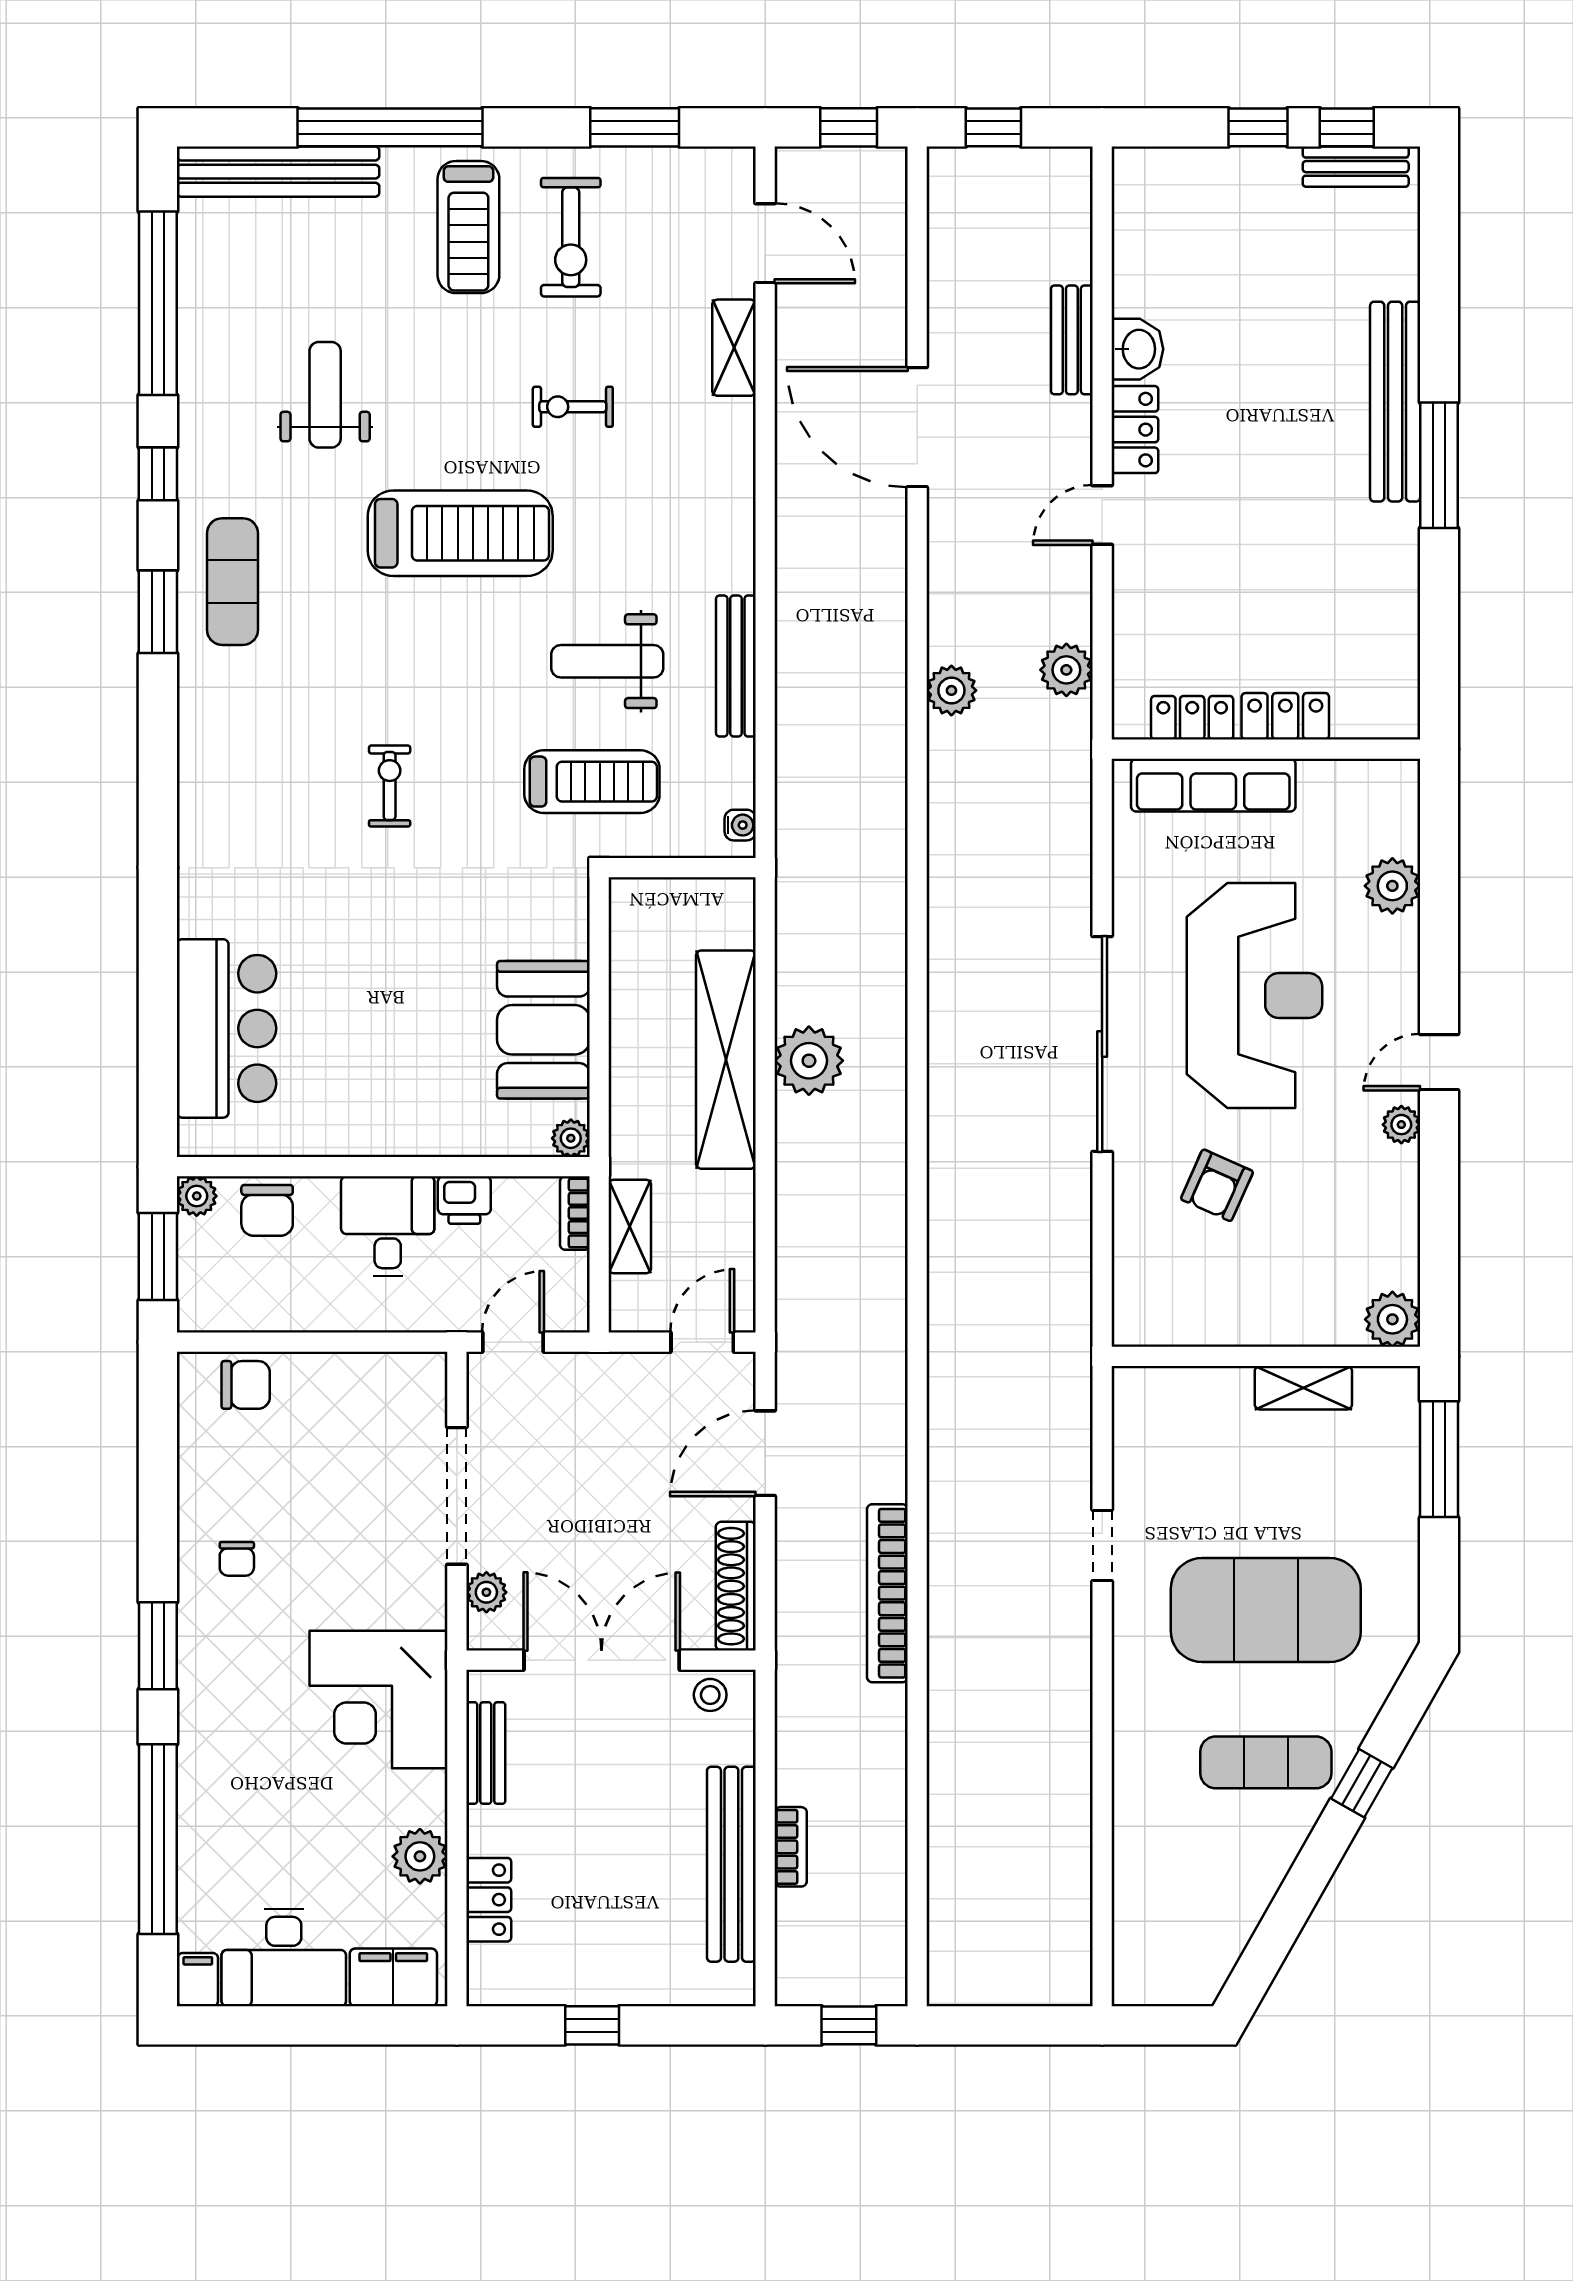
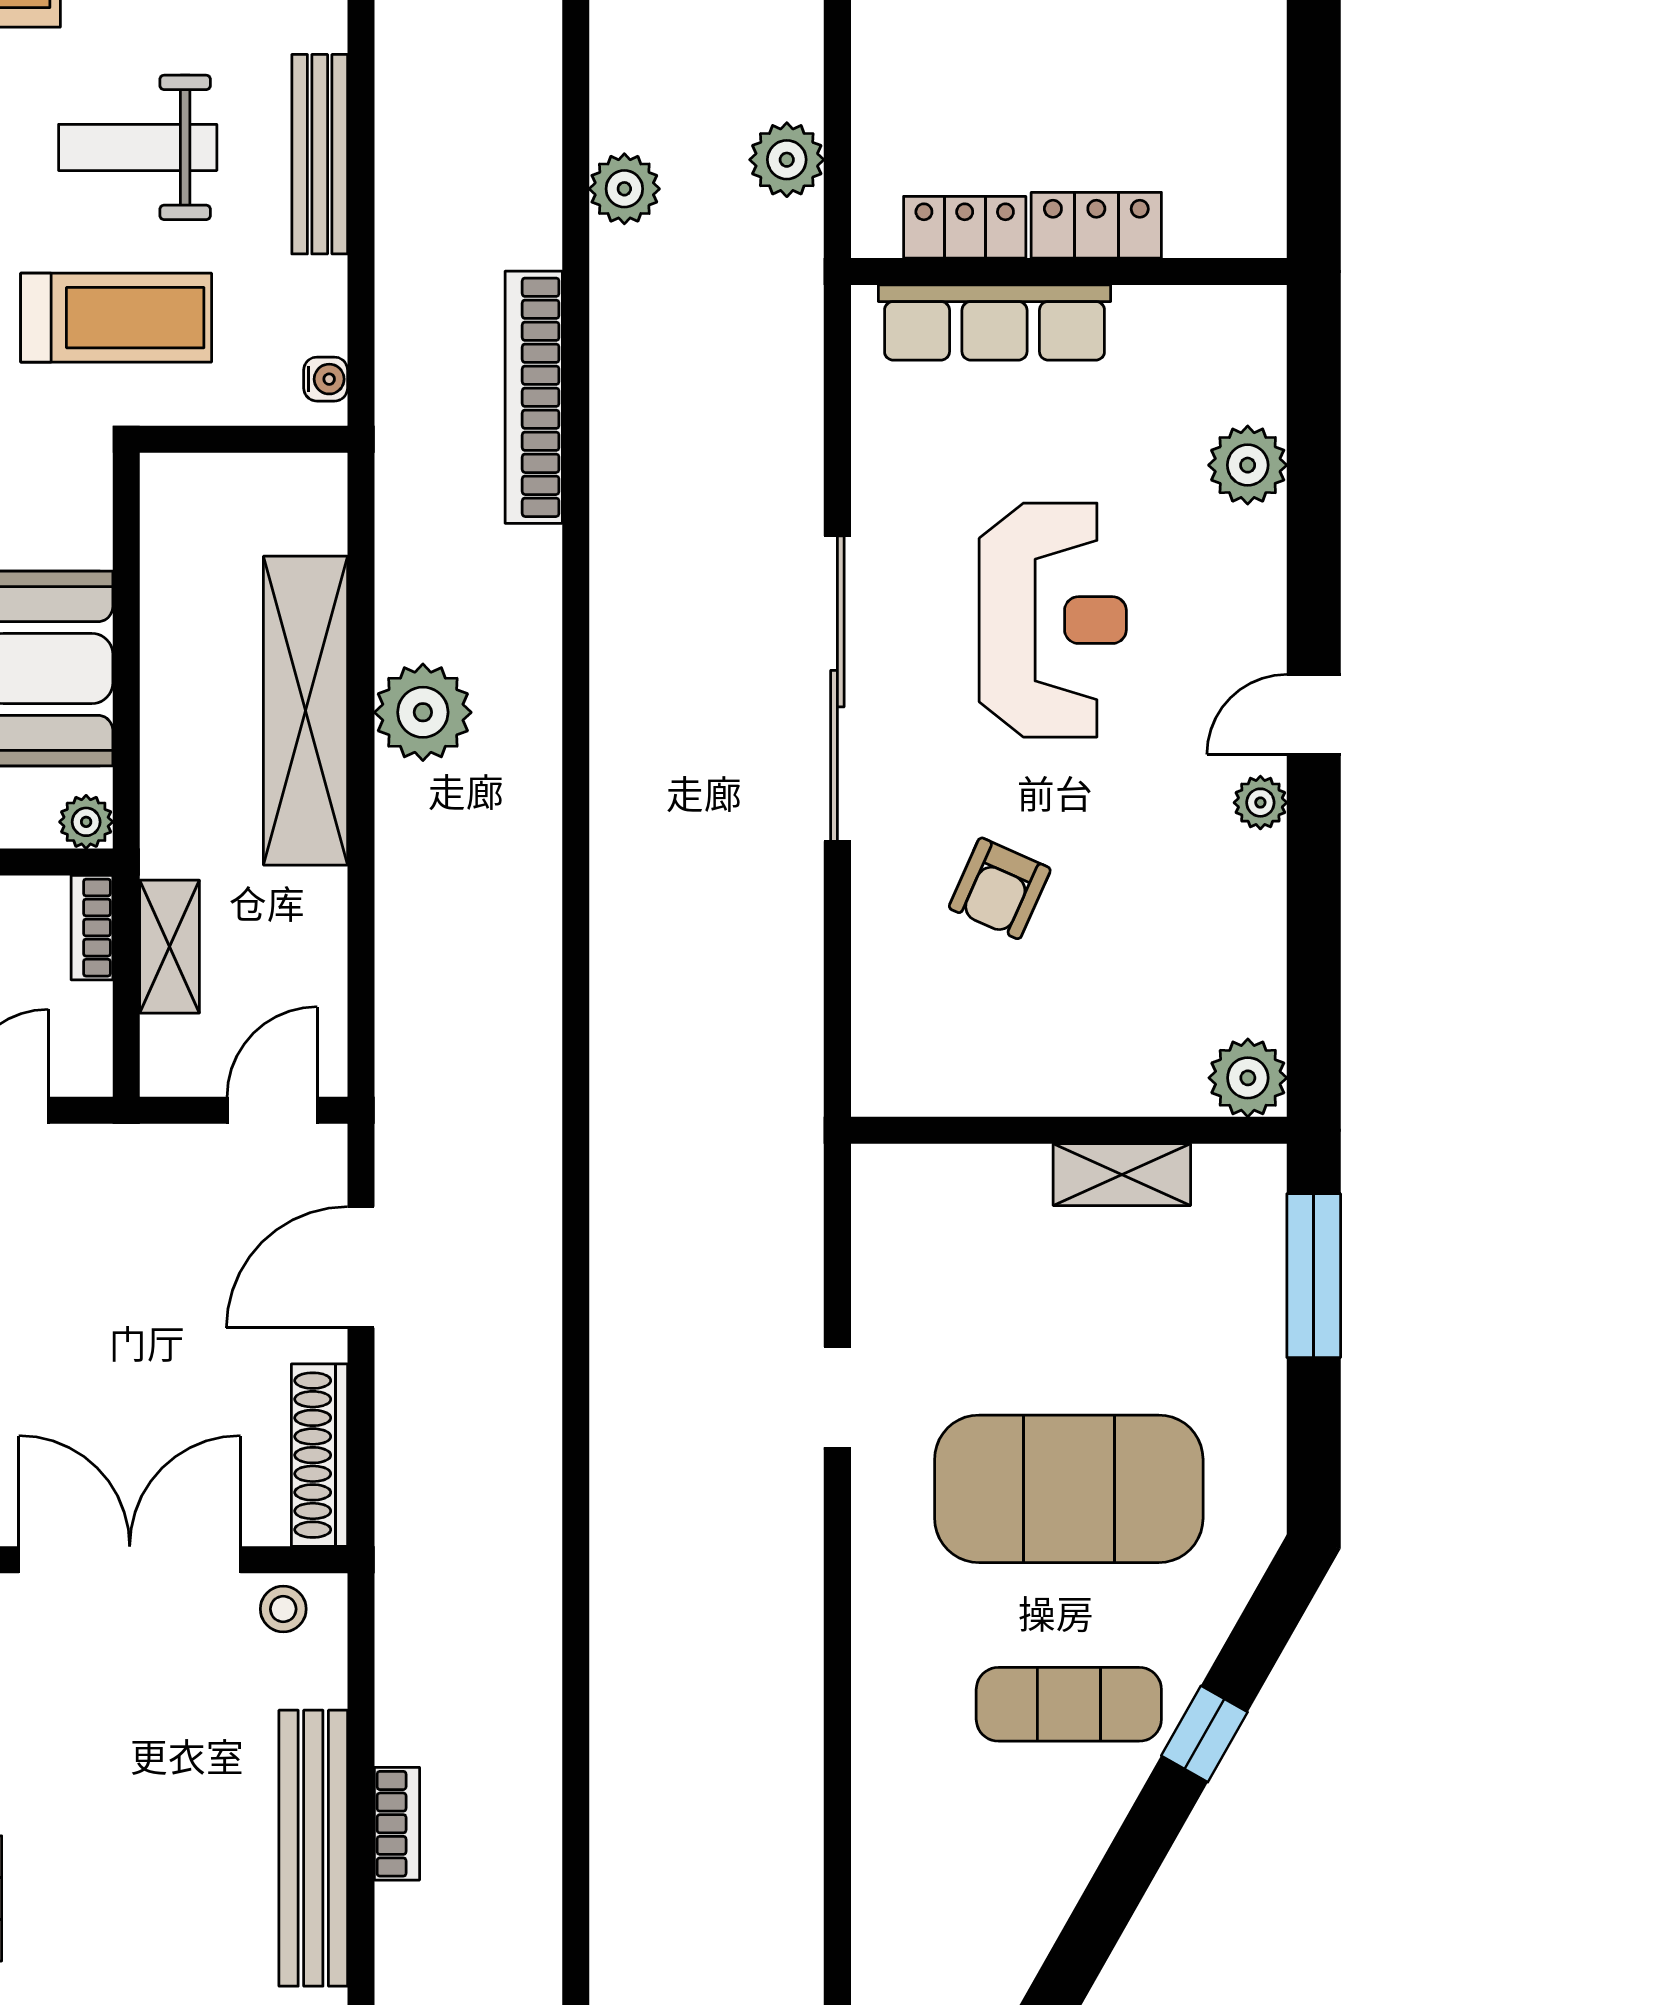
reception desk: (1254, 996) -> (1053, 620), width x0.74, depth x0.77
bookcase: (887, 1593) -> (534, 397), moved

